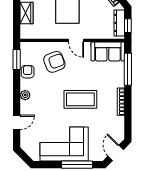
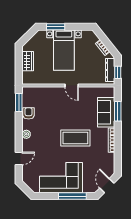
sofa: (108, 51) -> (106, 112), moved, turned 90
armchair: (54, 62) -> (52, 105), removed
window: (128, 69) -> (118, 111), width x0.69

